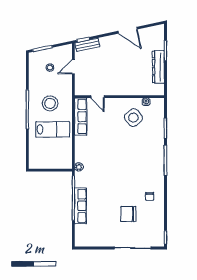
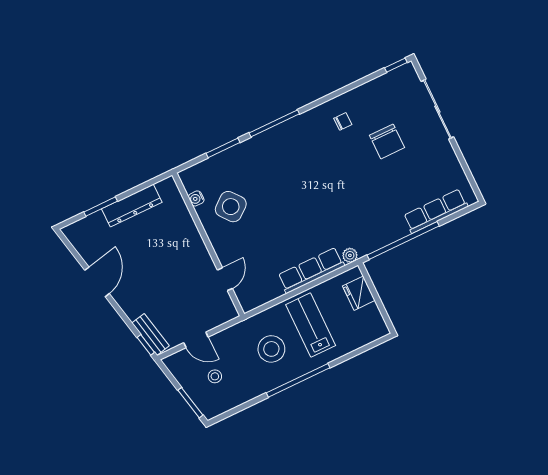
row of seats: (81, 117) -> (311, 270), moved
fridge: (57, 162) -> (359, 293), added
row of seats: (80, 206) -> (436, 211), moved

